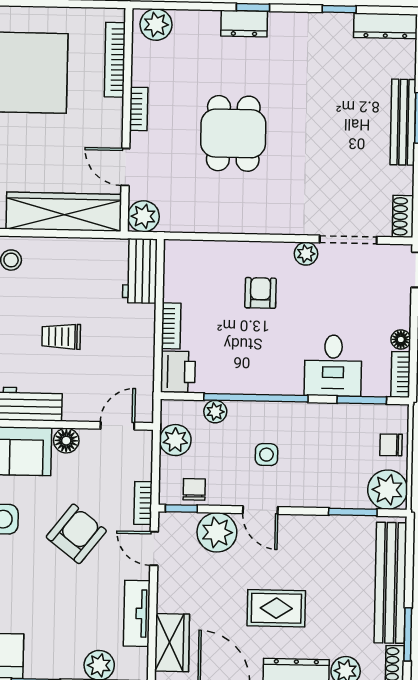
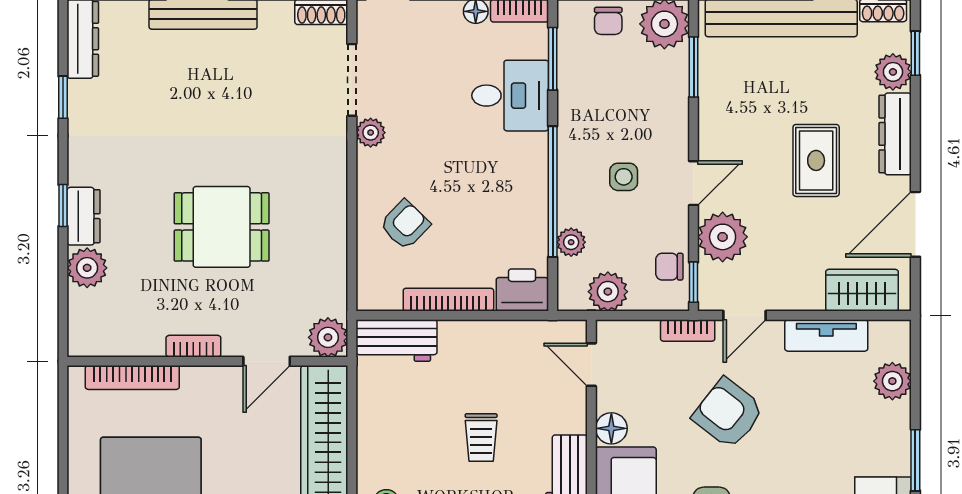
plant: (156, 25) -> (87, 268), moved
armchair: (260, 293) -> (405, 225), moved, turned 134
bookcase: (171, 326) -> (448, 300), width x1.56

